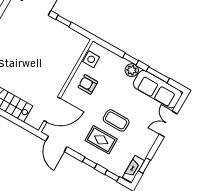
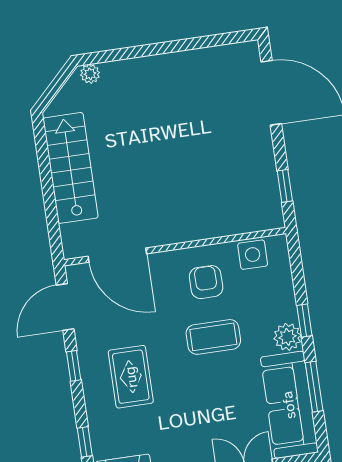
window: (63, 21) -> (285, 186), moved
coffee table: (116, 120) -> (213, 337), moved, turned 90
window: (90, 163) -> (74, 366), moved

